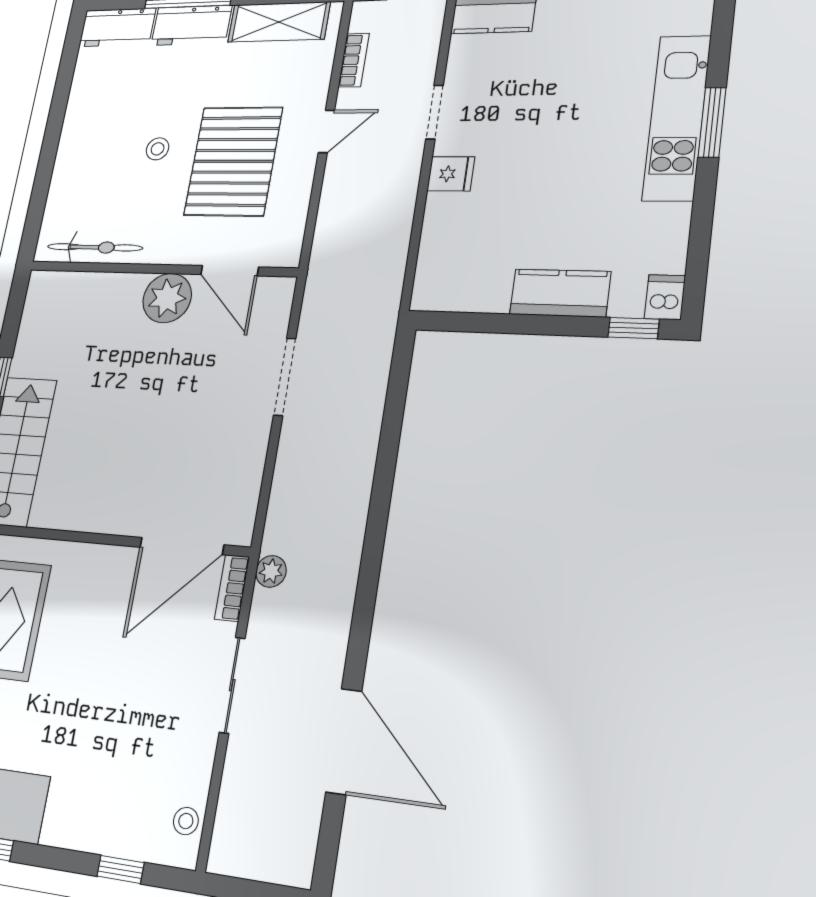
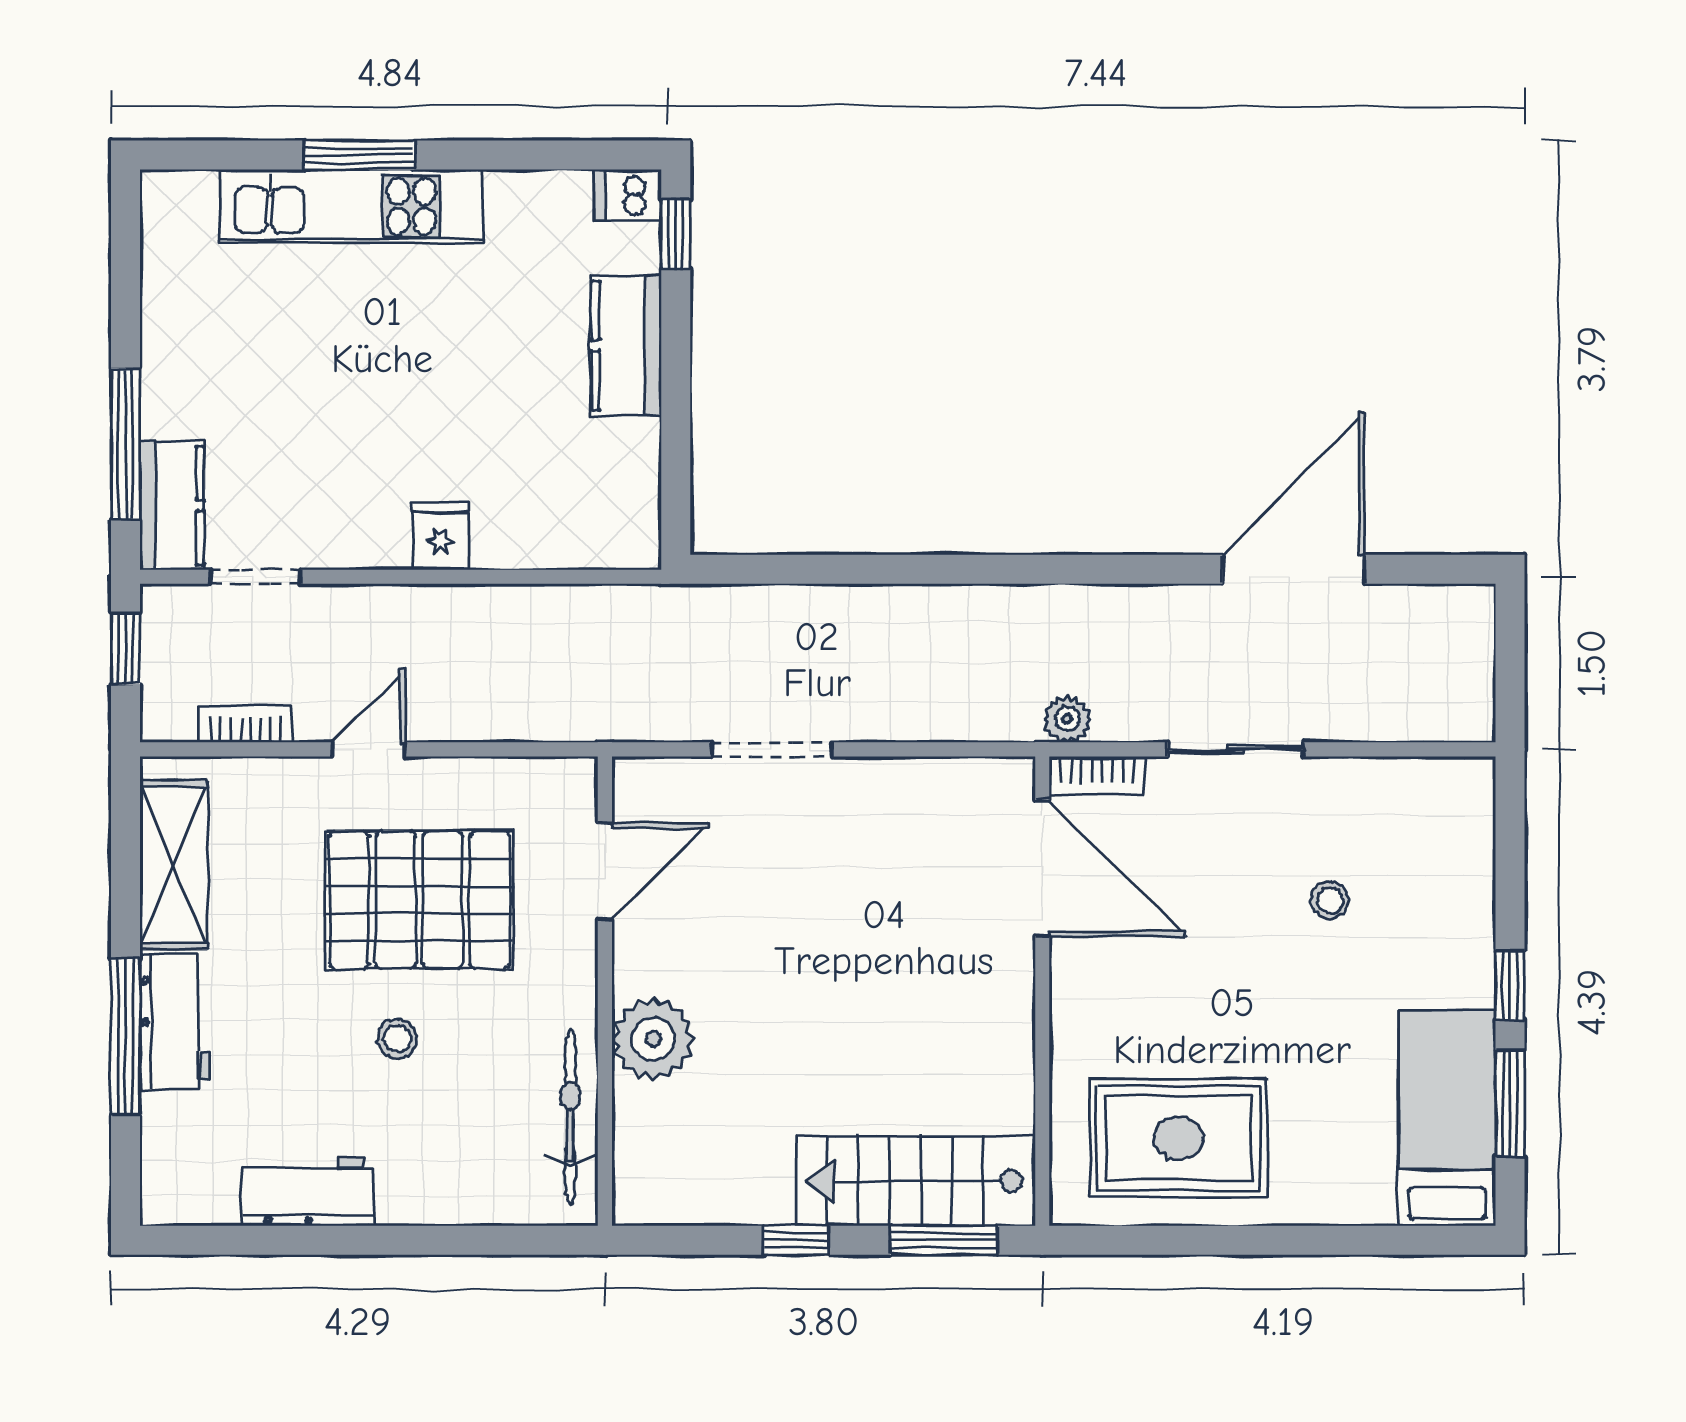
workbench: (117, 27) -> (308, 1192), moved, turned -90
doorway: (434, 112) -> (255, 577), moved
door: (326, 131) -> (369, 749), hinge flipped
plant: (167, 298) -> (653, 1039), moved
stool: (186, 821) -> (1330, 900), moved
window: (121, 869) -> (1510, 985), moved

